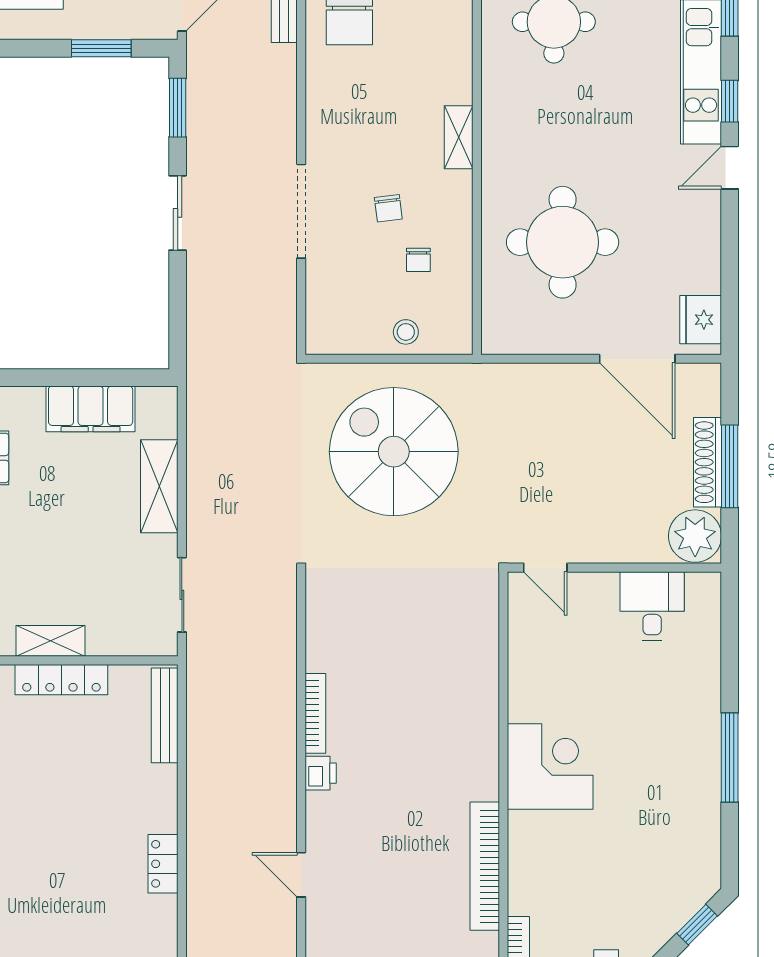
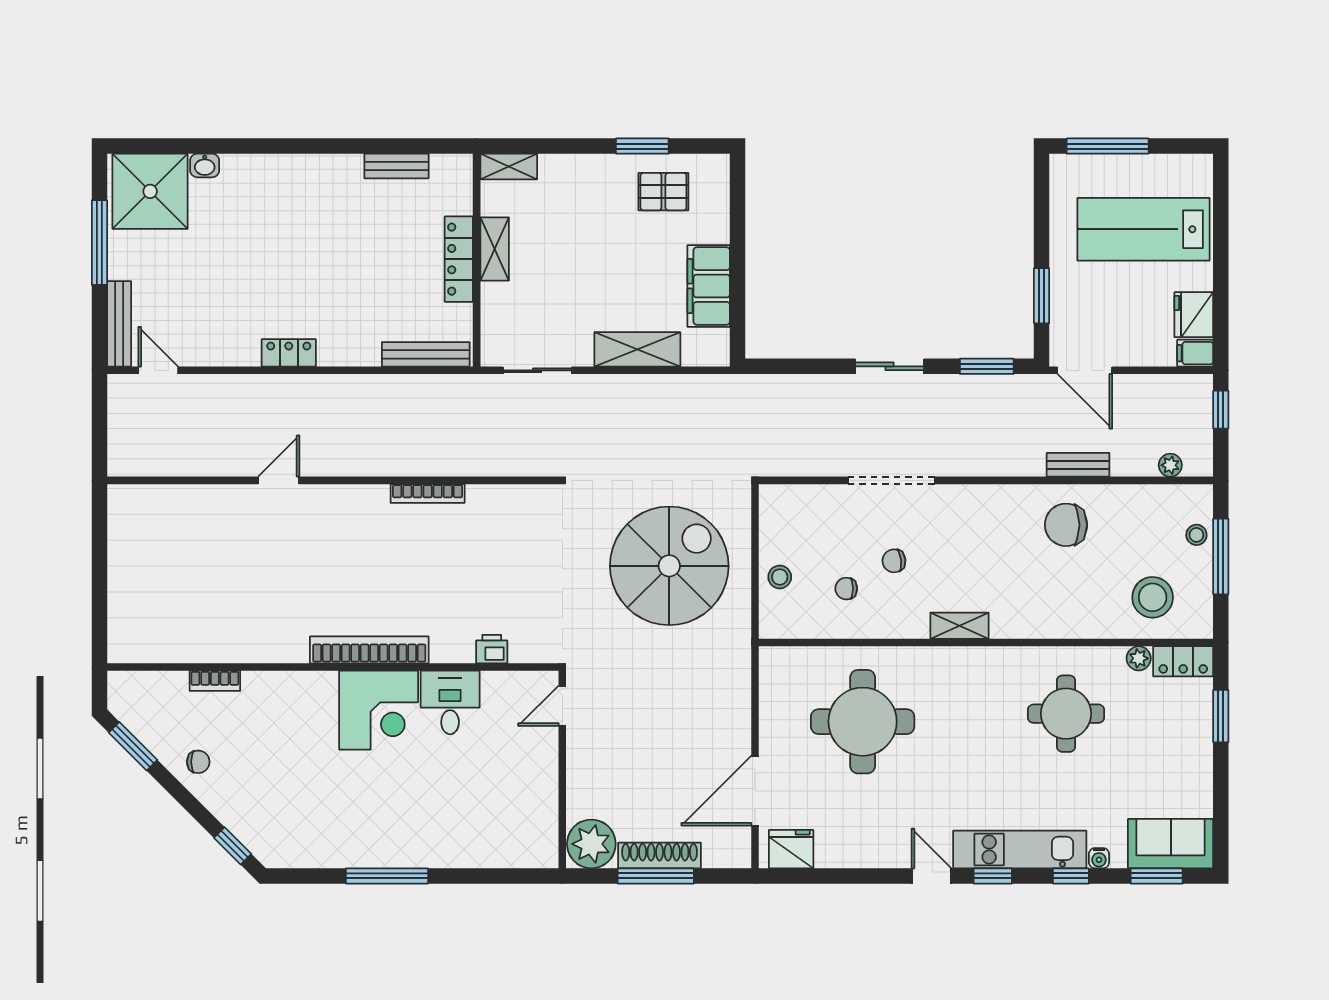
desk: (652, 606) -> (450, 702), moved, turned -90
printer: (321, 773) -> (492, 649), moved, turned 180
bookcase: (485, 866) -> (369, 650), moved

